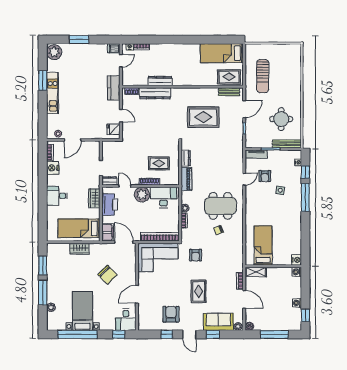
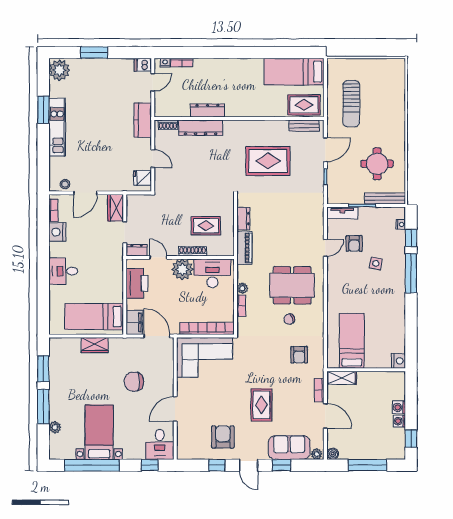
wardrobe: (94, 198) -> (115, 208), moved
armchair: (196, 255) -> (299, 355), moved
washing machine: (297, 272) -> (399, 407), moved
chair: (107, 275) -> (134, 382), turned 134

